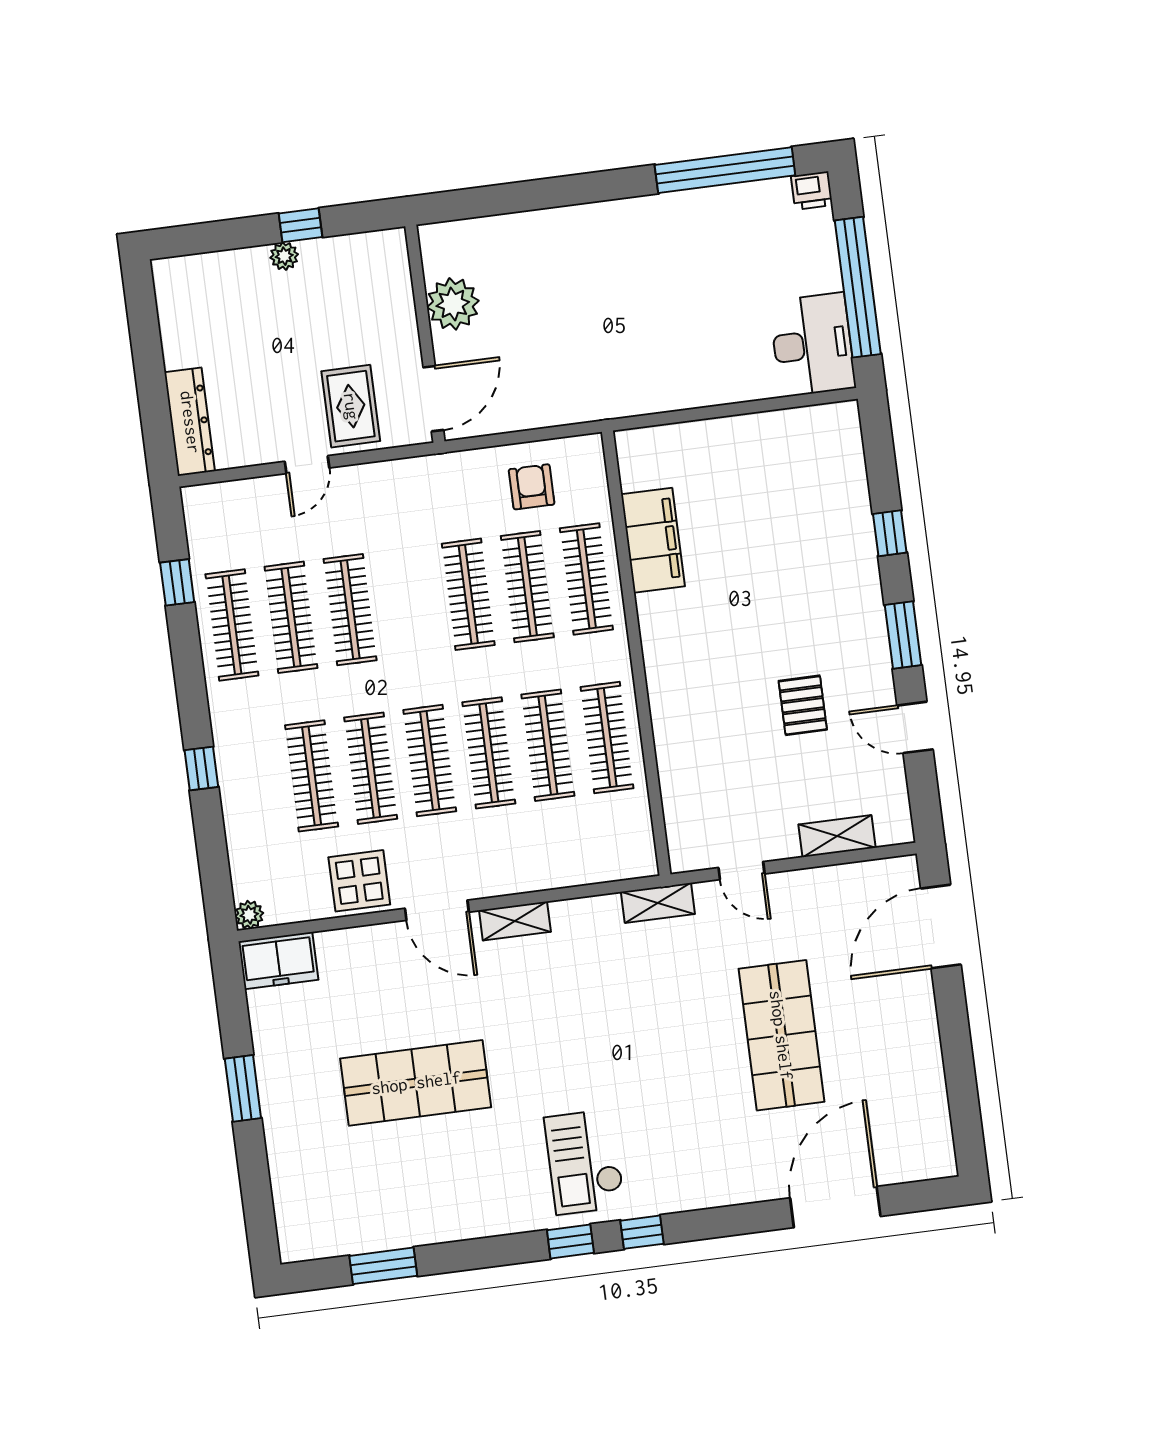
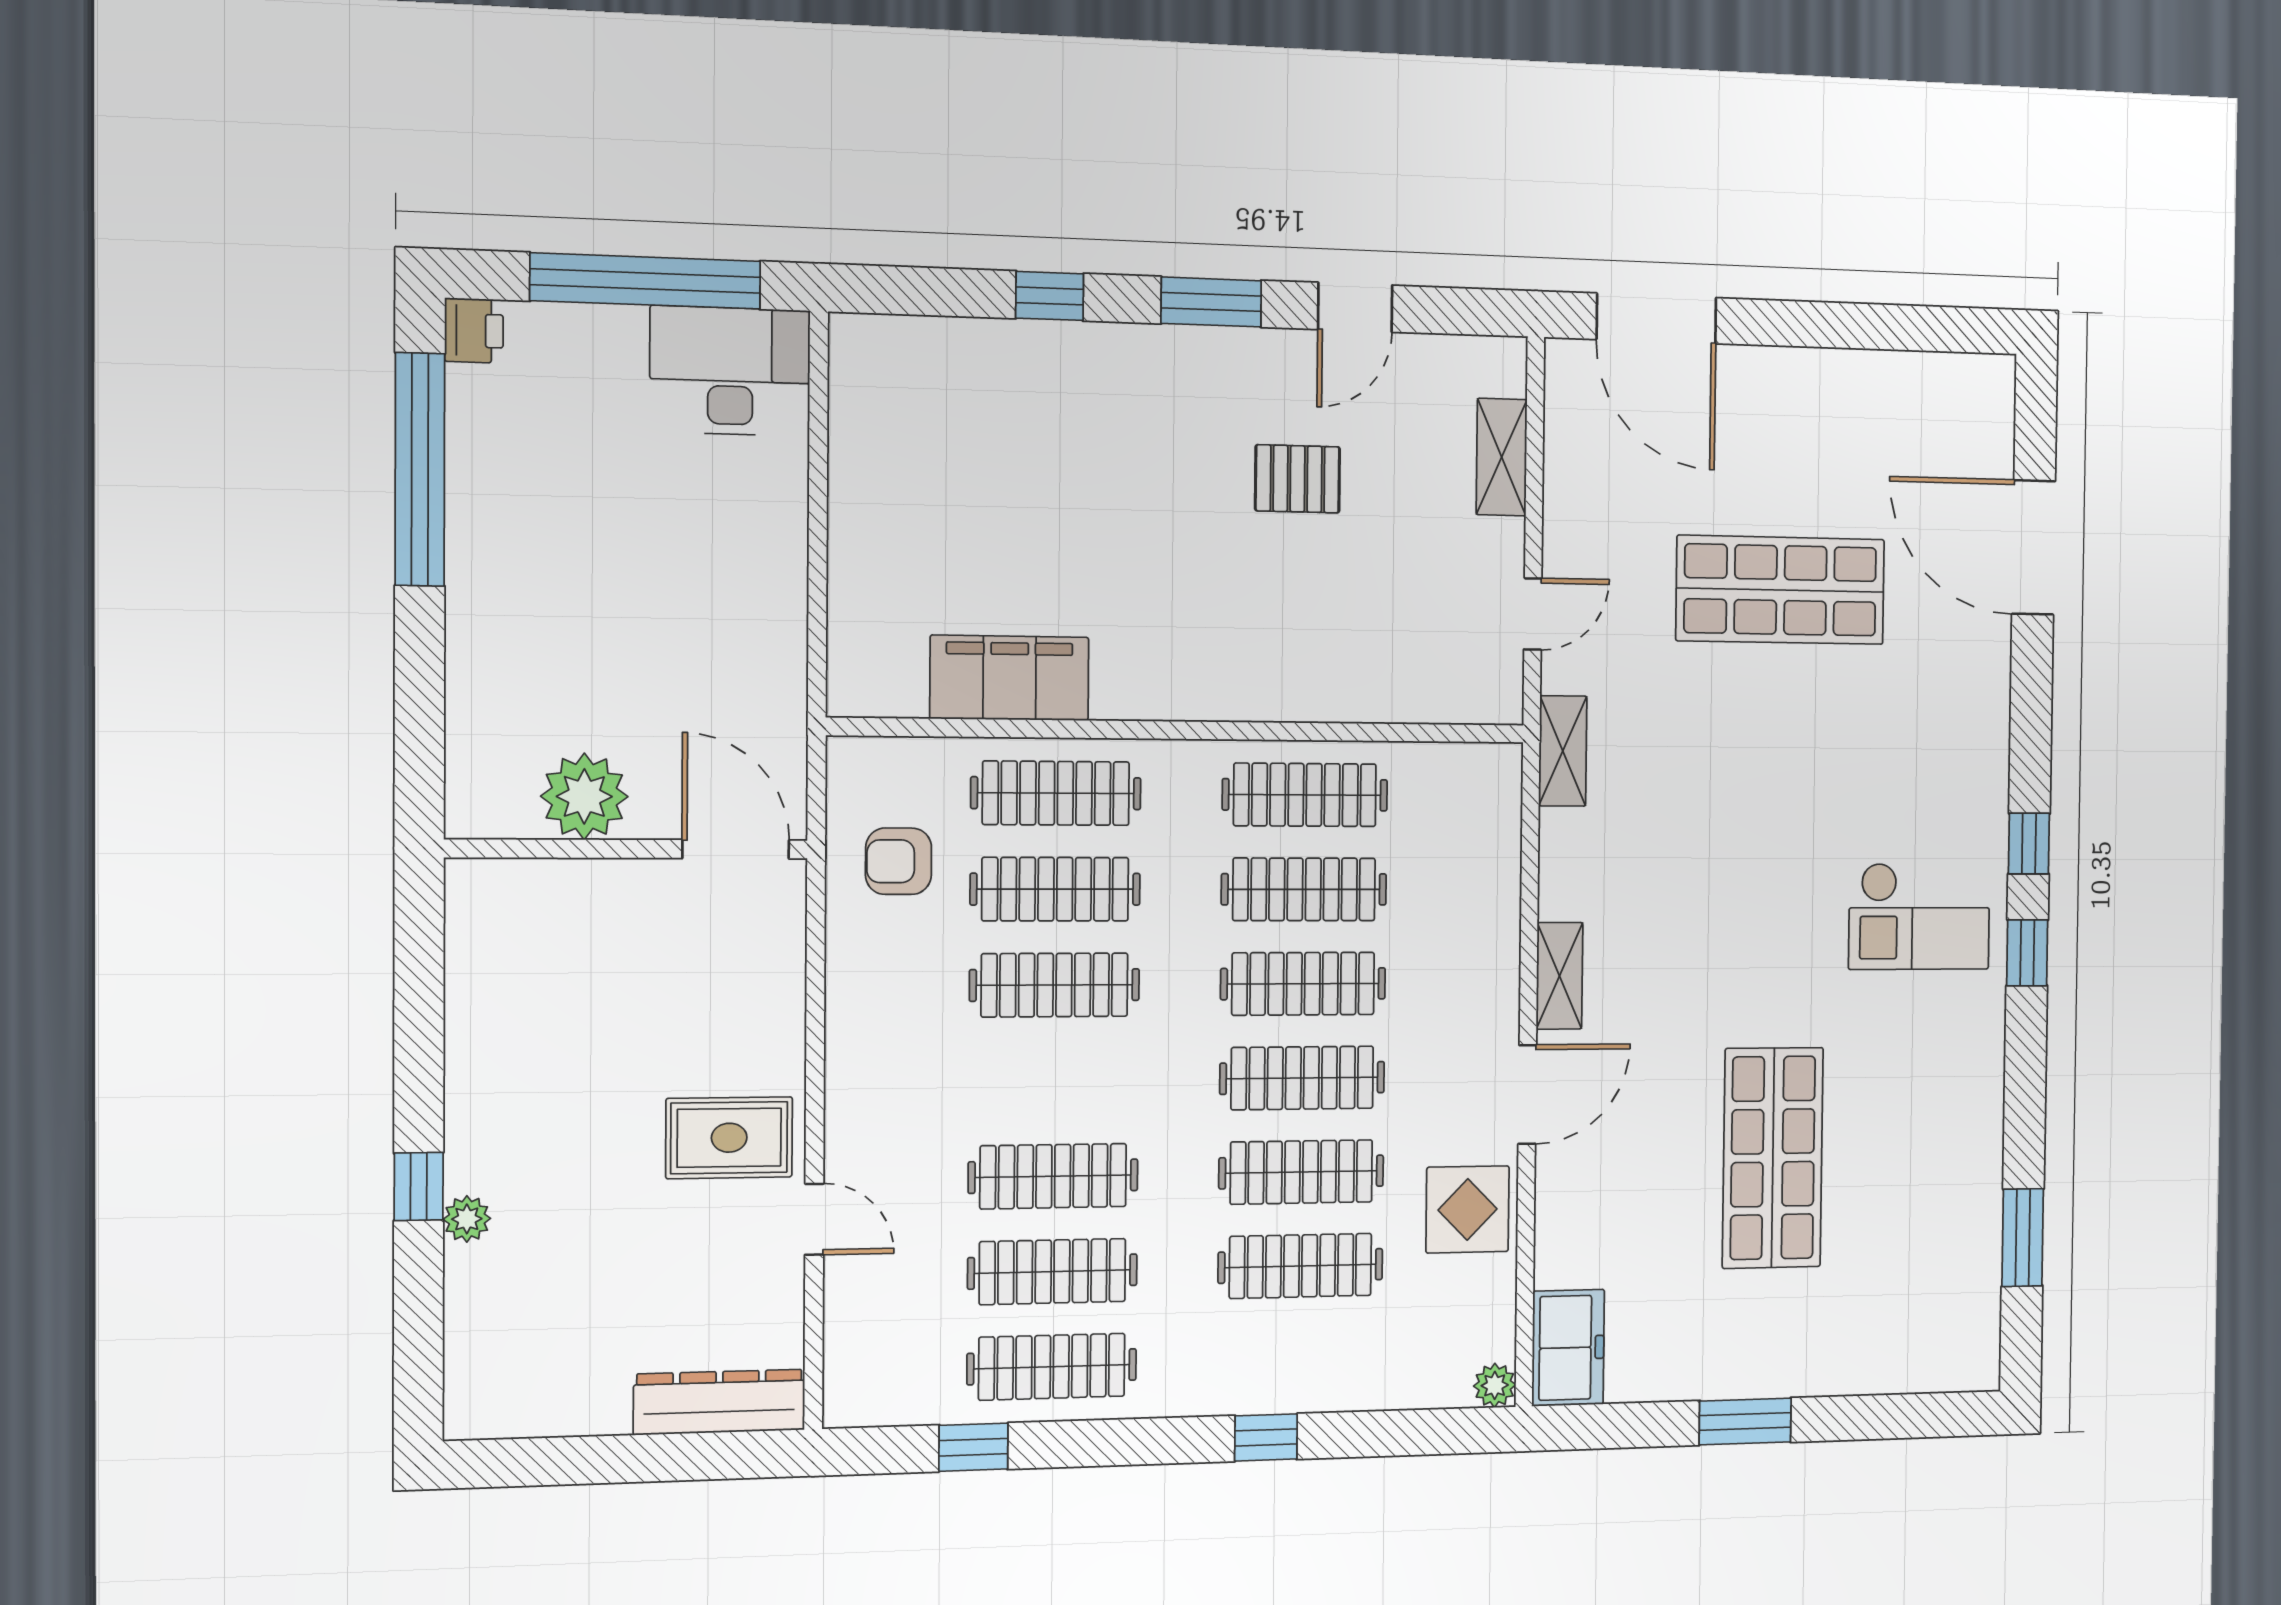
plant: (453, 304) -> (584, 796), moved
wall: (425, 334) -> (627, 849), moved
door: (433, 399) -> (736, 849), moved

